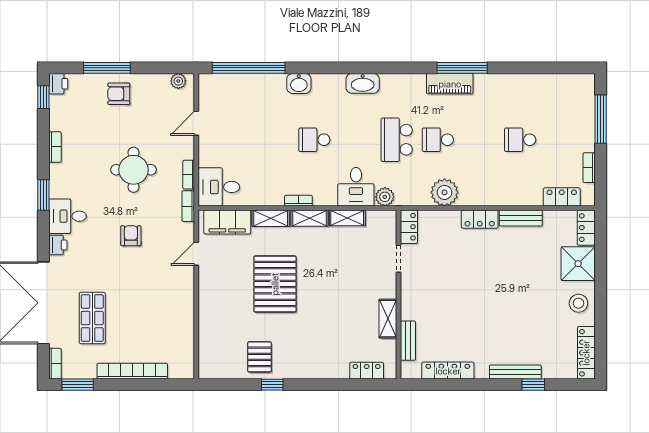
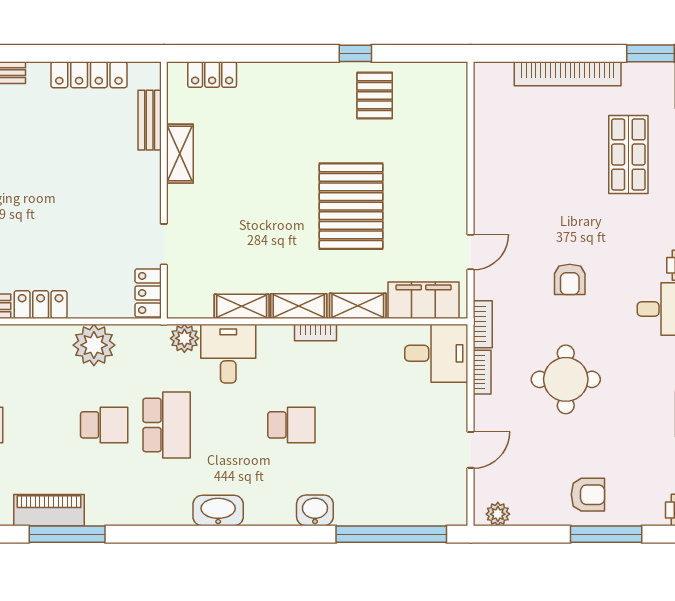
piano: (450, 84) -> (49, 510), moved

